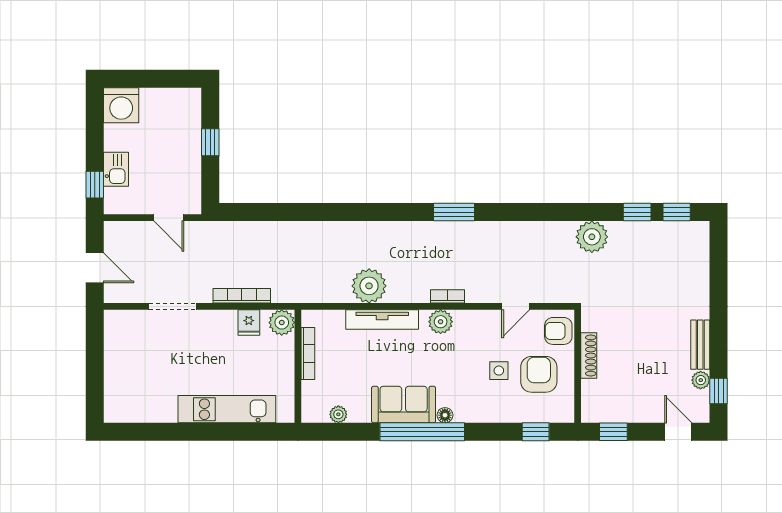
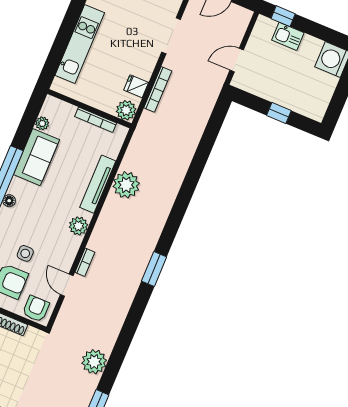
bookcase: (448, 296) -> (85, 262), moved
sofa: (404, 405) -> (36, 157), moved

